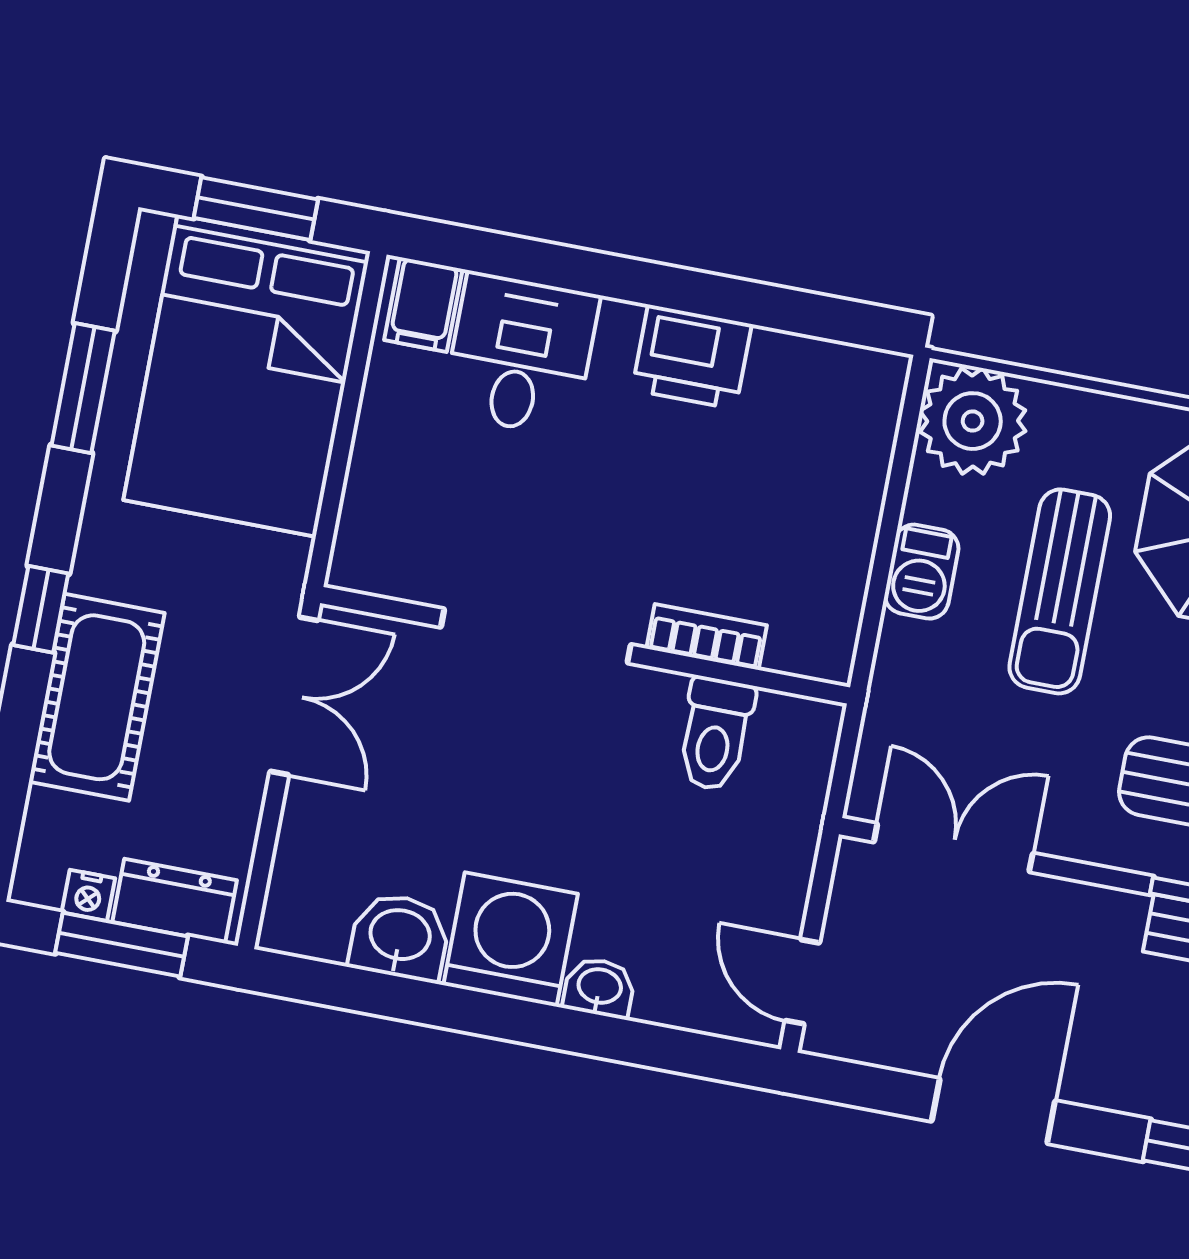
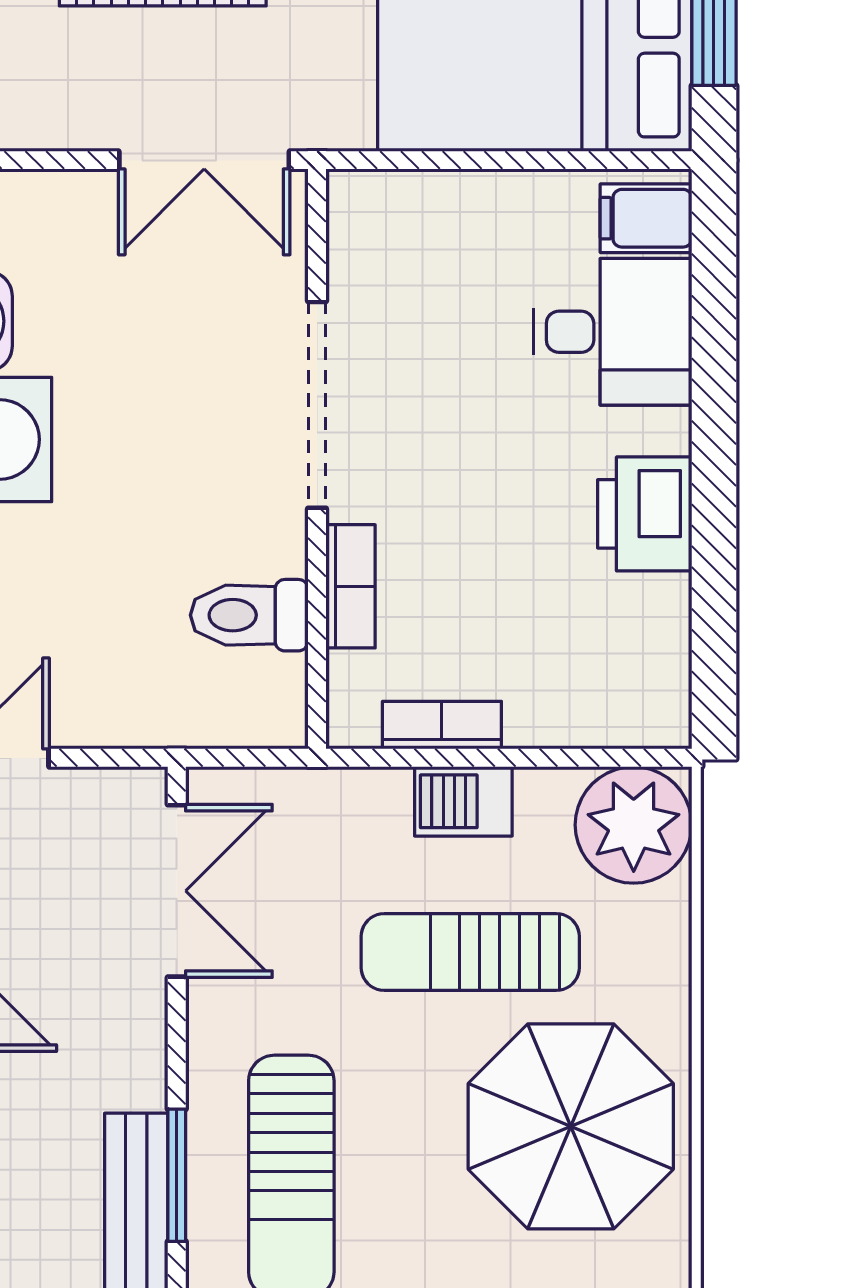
bookcase: (849, 578) -> (442, 725), added

